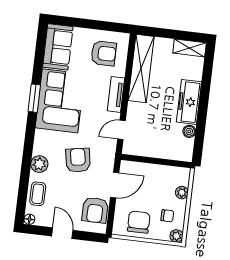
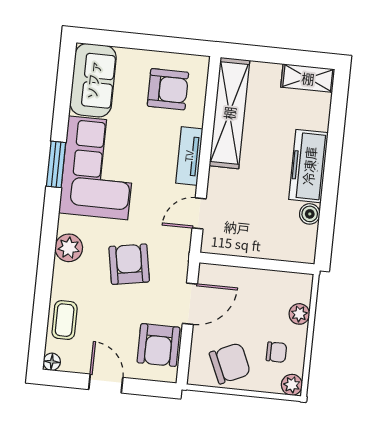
plant: (39, 164) -> (69, 248), moved
chair: (139, 222) -> (230, 363), turned 66

